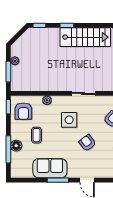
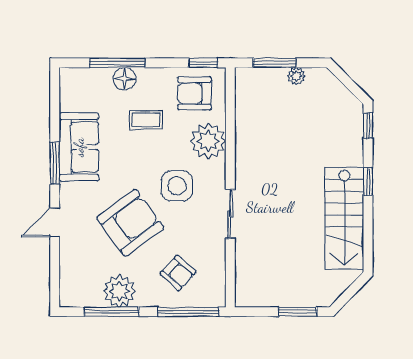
plant: (47, 100) -> (208, 141), width x1.87, depth x1.87
armchair: (87, 143) -> (130, 223), width x1.88, depth x1.88

